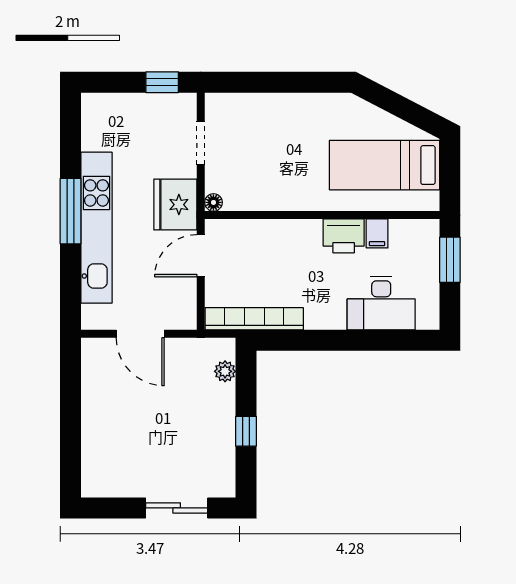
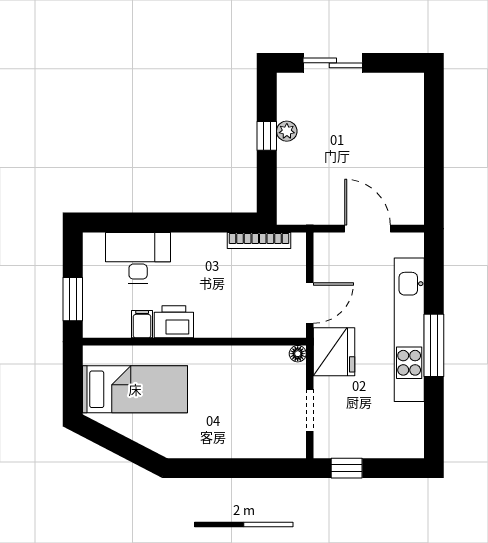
bookcase: (254, 319) -> (259, 240), width x0.68, depth x0.76
plant: (225, 371) -> (287, 131), moved

